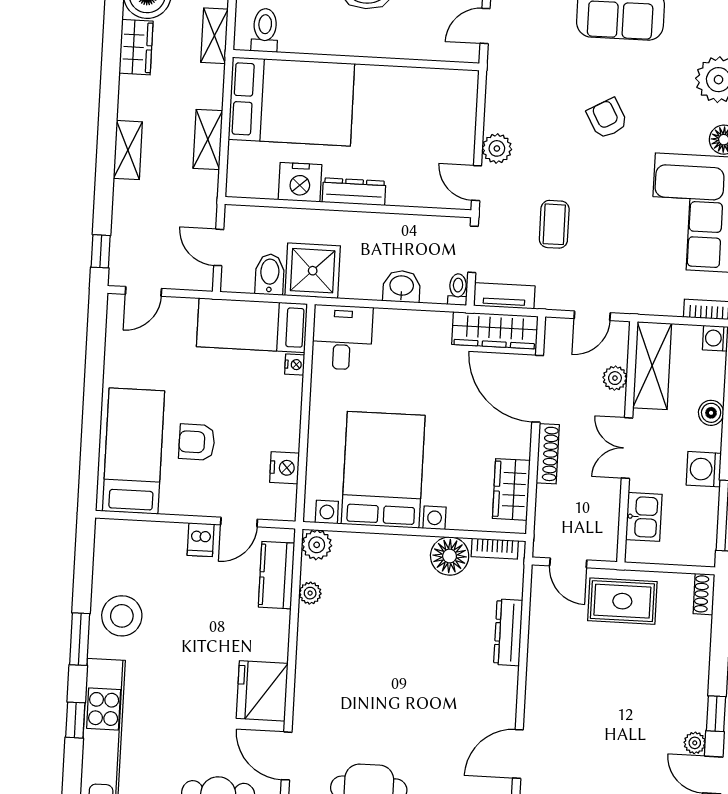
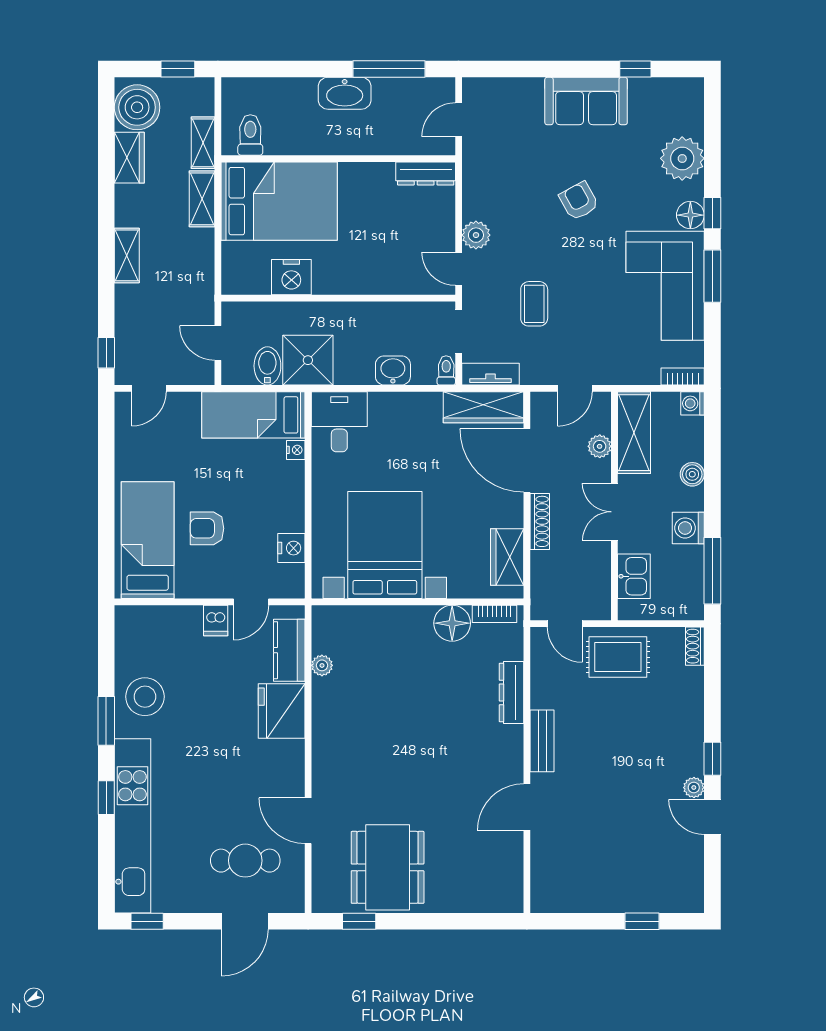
shelving: (208, 140) -> (202, 199), moved
dresser: (354, 192) -> (426, 174), moved, turned 180
plant: (317, 545) -> (326, 619), removed
bench: (538, 685) -> (542, 741), added
fridge: (262, 691) -> (282, 711), moved

